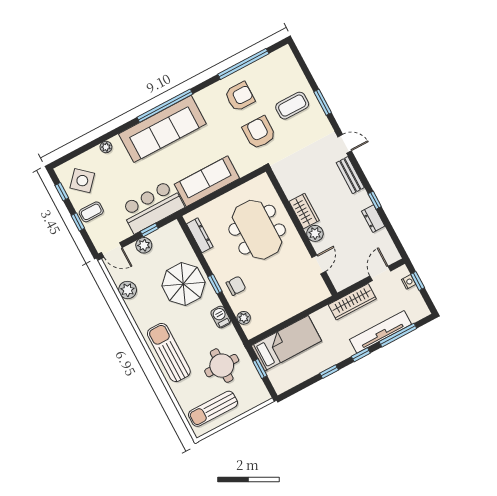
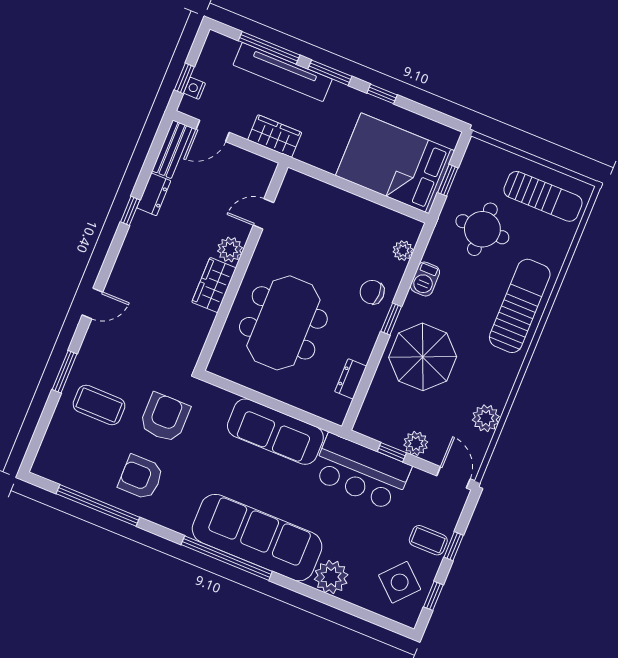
armchair: (259, 133) -> (165, 418), turned 180
door: (345, 144) -> (92, 304), swing flipped
plant: (106, 147) -> (331, 577), width x1.87, depth x1.87
bench: (350, 175) -> (172, 149), moved
dresser: (200, 235) -> (351, 379), width x0.70
wardrobe: (352, 302) -> (275, 136), width x0.67
bed: (286, 343) -> (395, 163), width x1.50
sun lounger: (169, 353) -> (520, 306), turned 180
window: (361, 355) -> (330, 73), width x1.50

